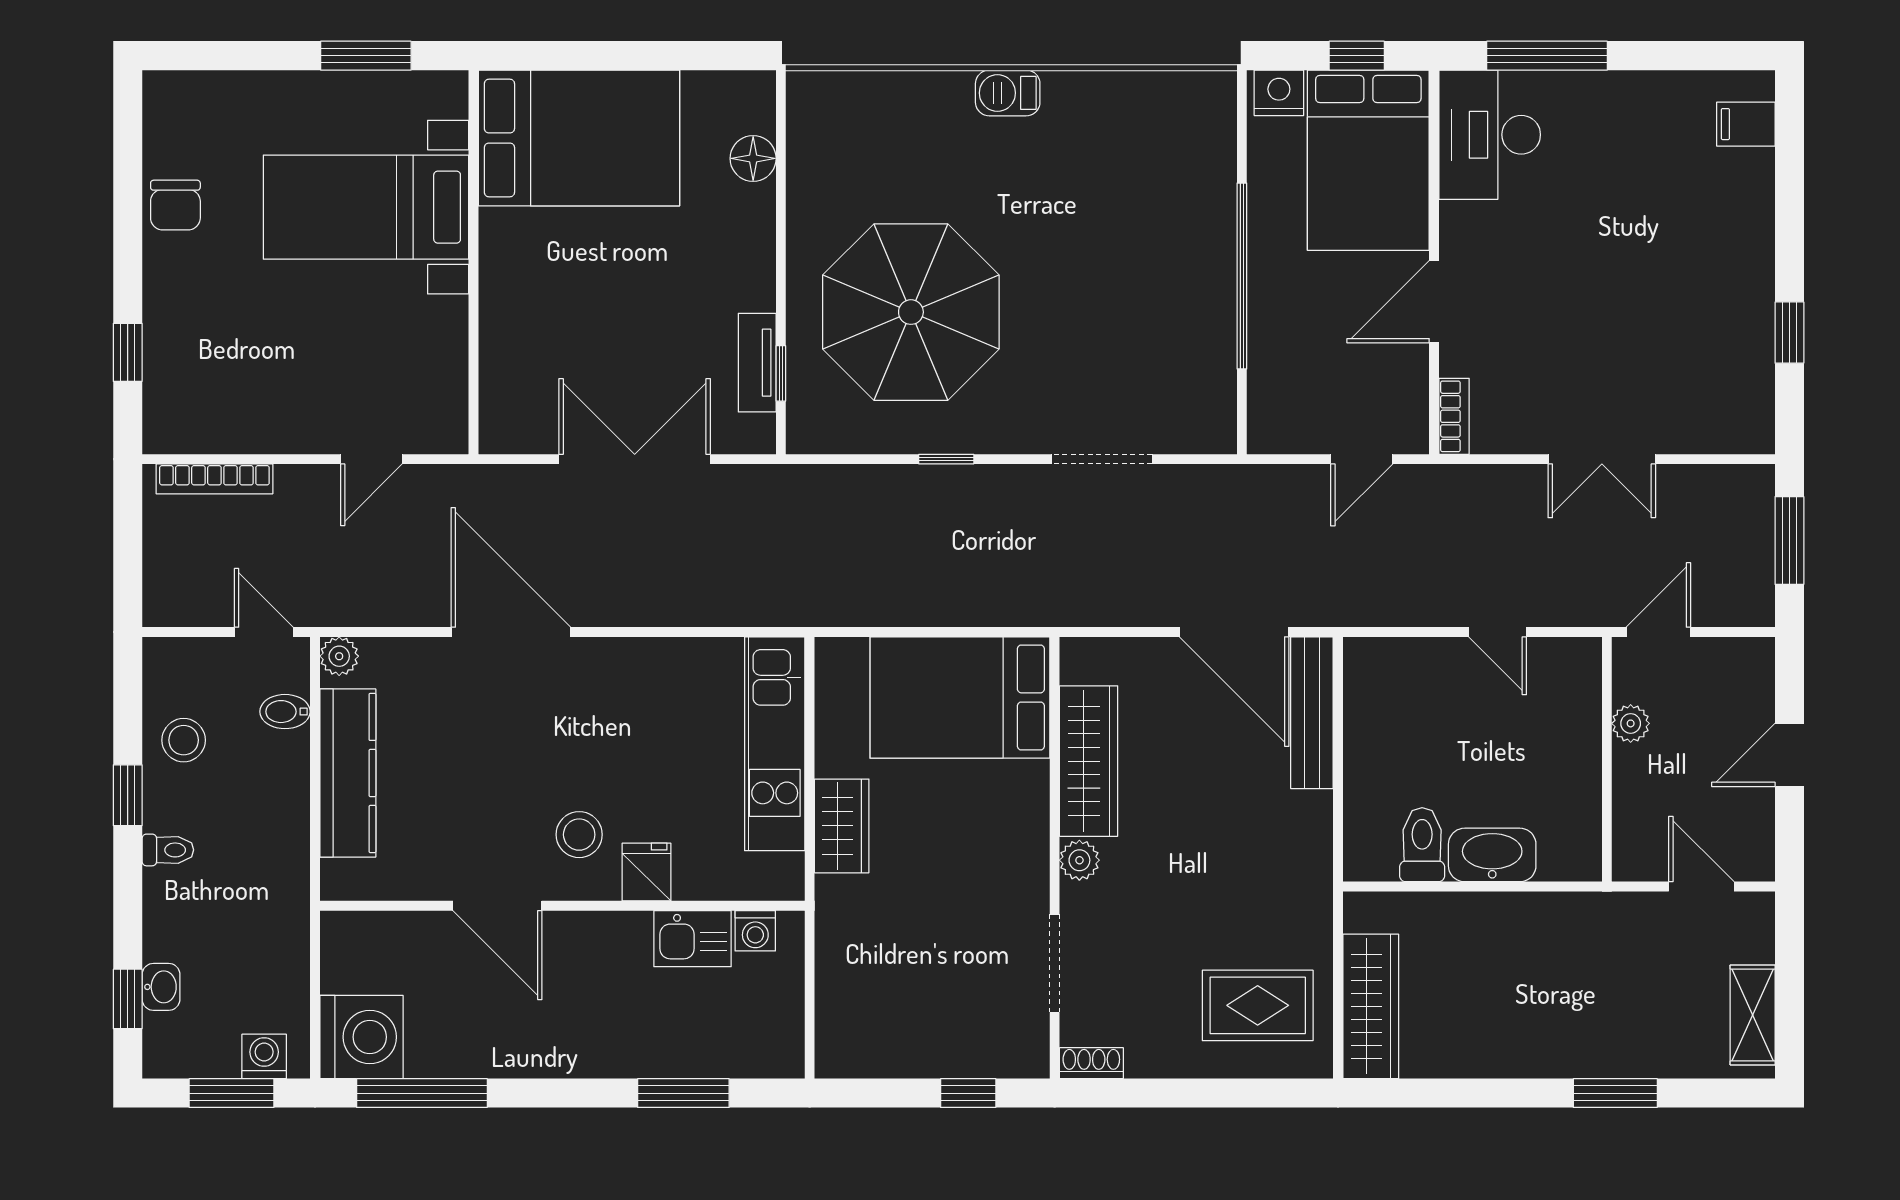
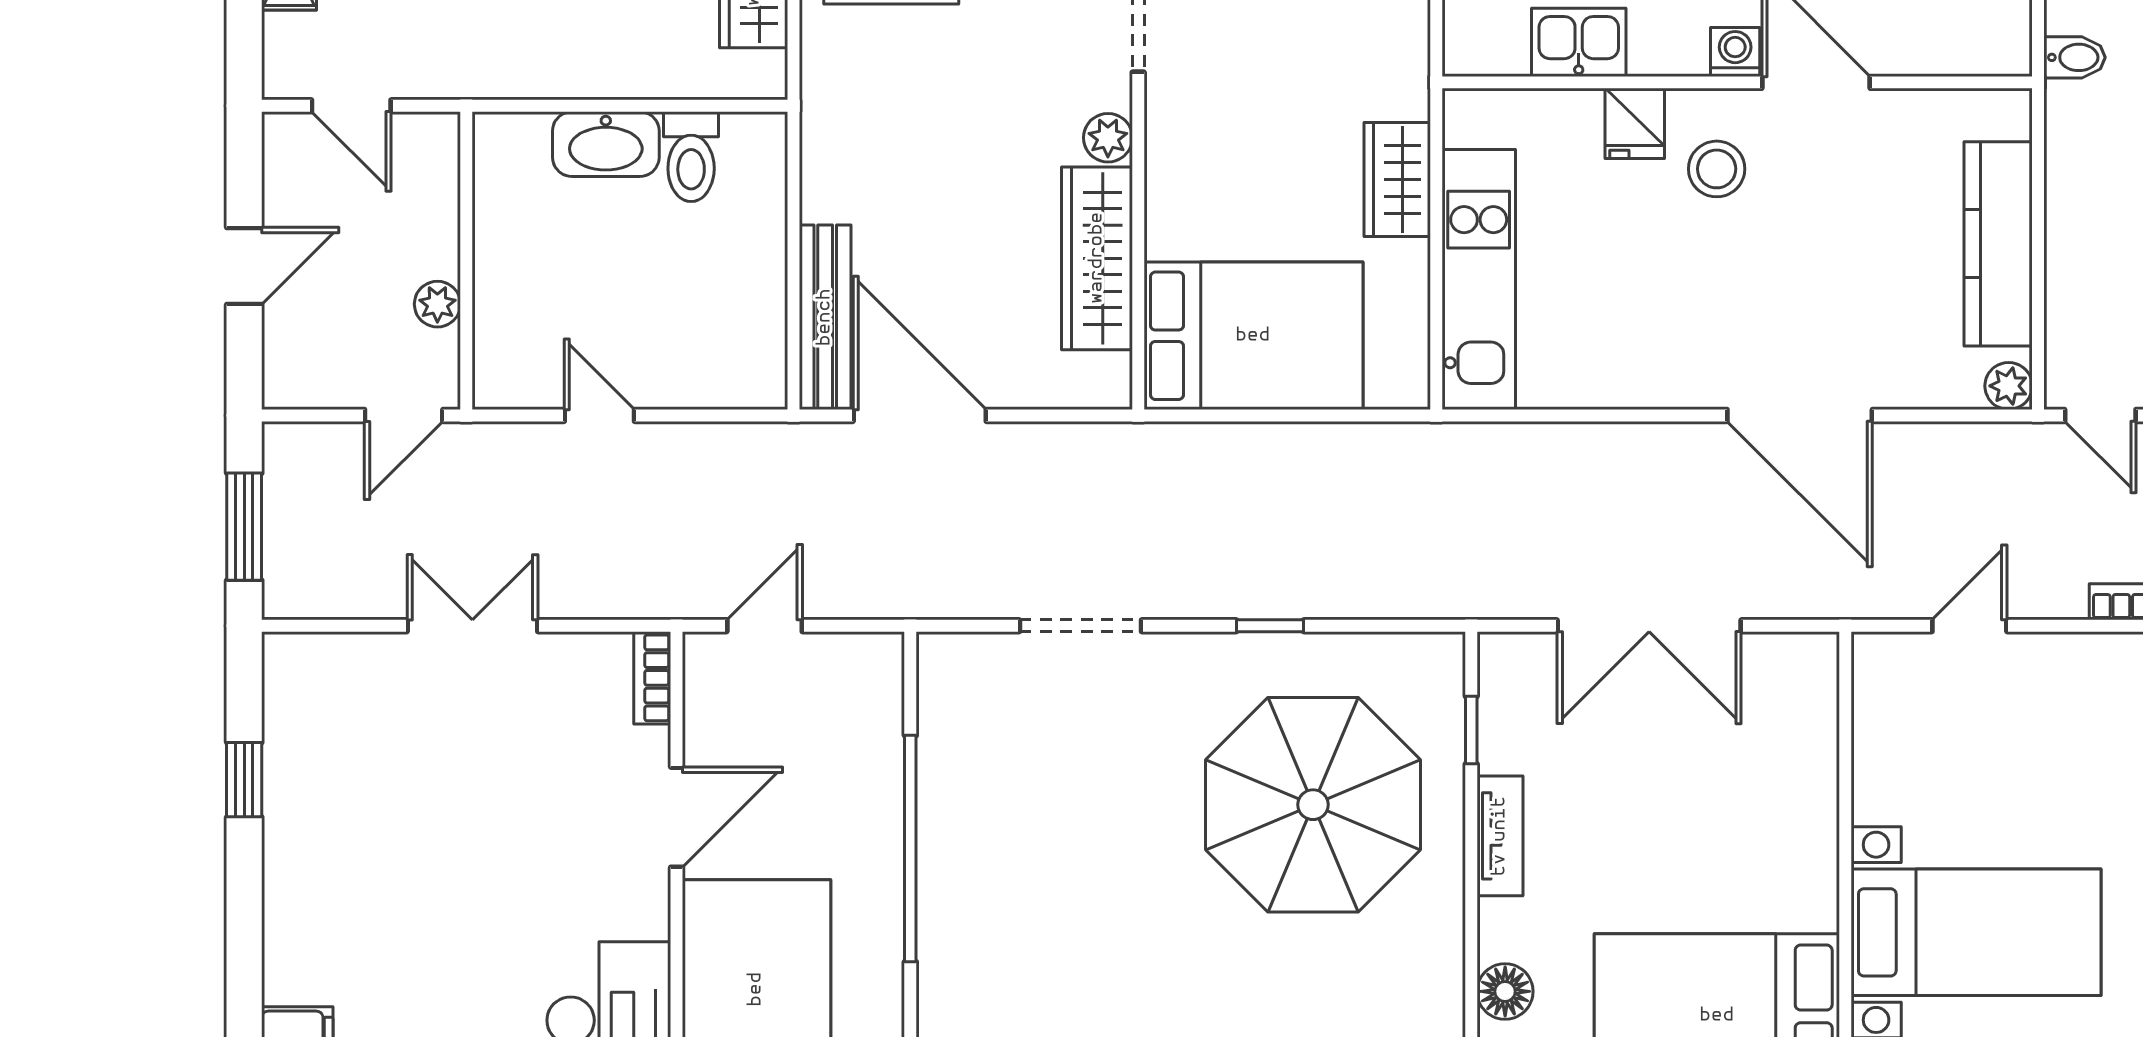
tv unit: (757, 363) -> (1500, 836), moved
bidet: (285, 712) -> (2074, 57), moved
washing machine: (755, 931) -> (1735, 52), moved

